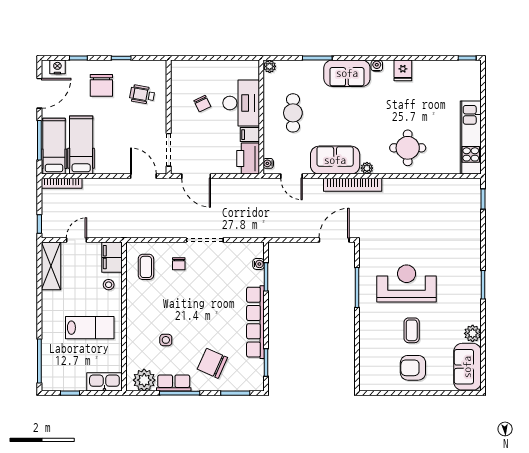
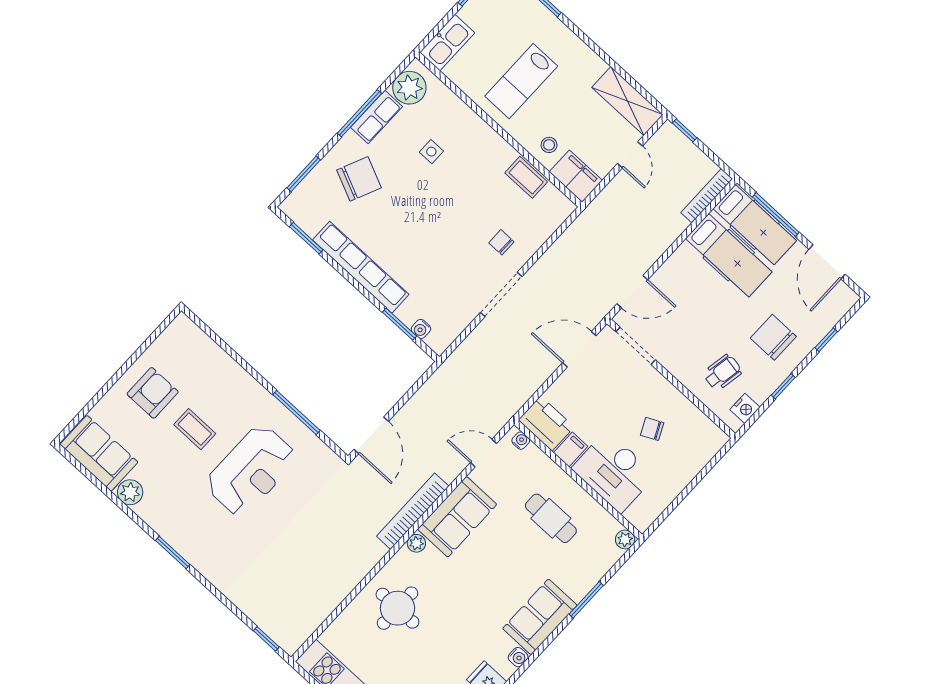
nightstand: (57, 67) -> (745, 408), moved
coffee table: (146, 267) -> (526, 177), moved

